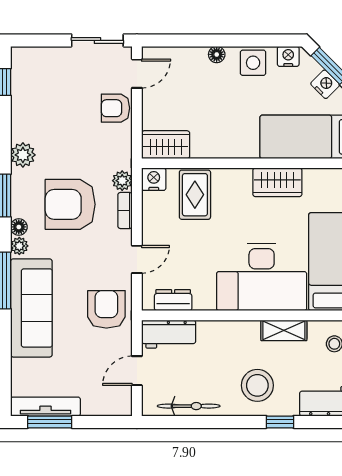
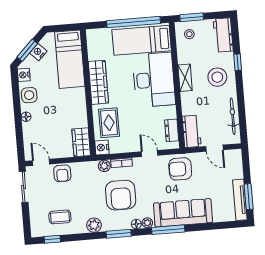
coffee table: (42, 98) -> (60, 217), added
wardrobe: (277, 182) -> (98, 82), width x1.50
rug: (195, 195) -> (109, 123), turned 90
shelving: (284, 330) -> (185, 78), moved

